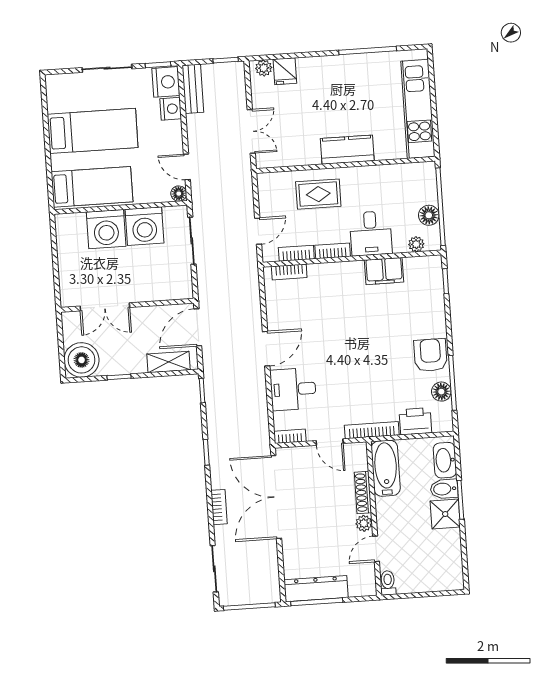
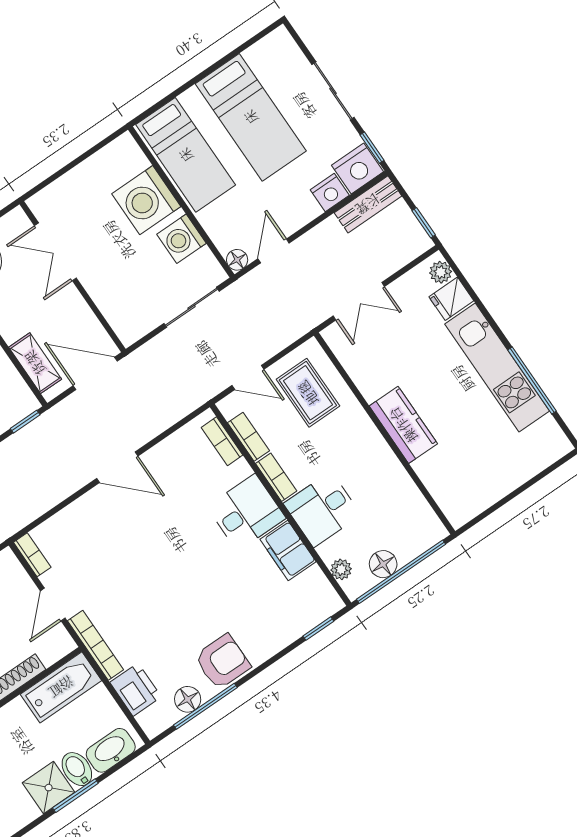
kitchen unit: (418, 109) -> (497, 368), moved, turned -90
rug: (318, 194) -> (308, 393), moved
washing machine: (145, 226) -> (181, 239), width x0.73, depth x0.73
desk: (293, 389) -> (246, 512), moved, turned 90

